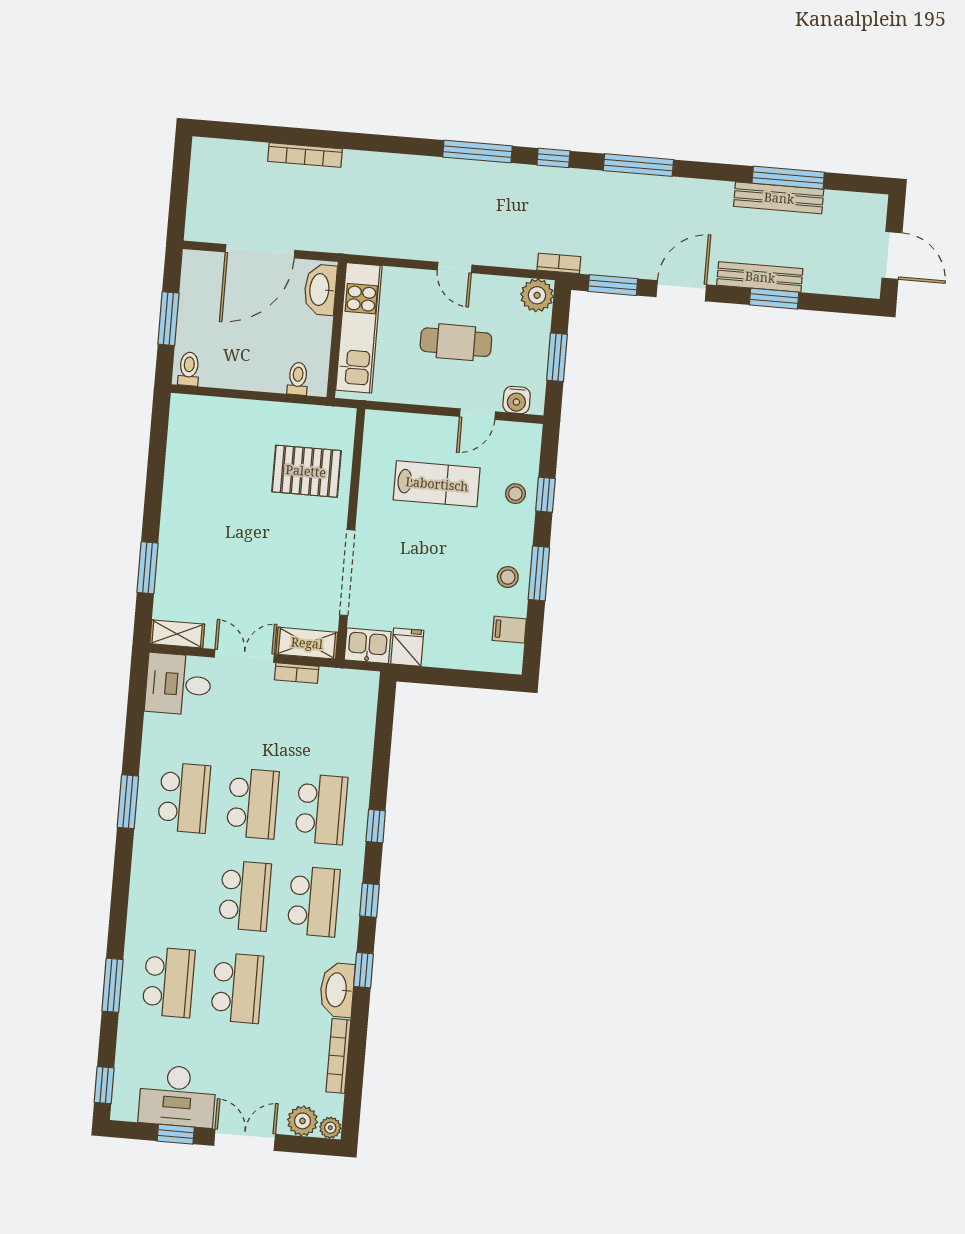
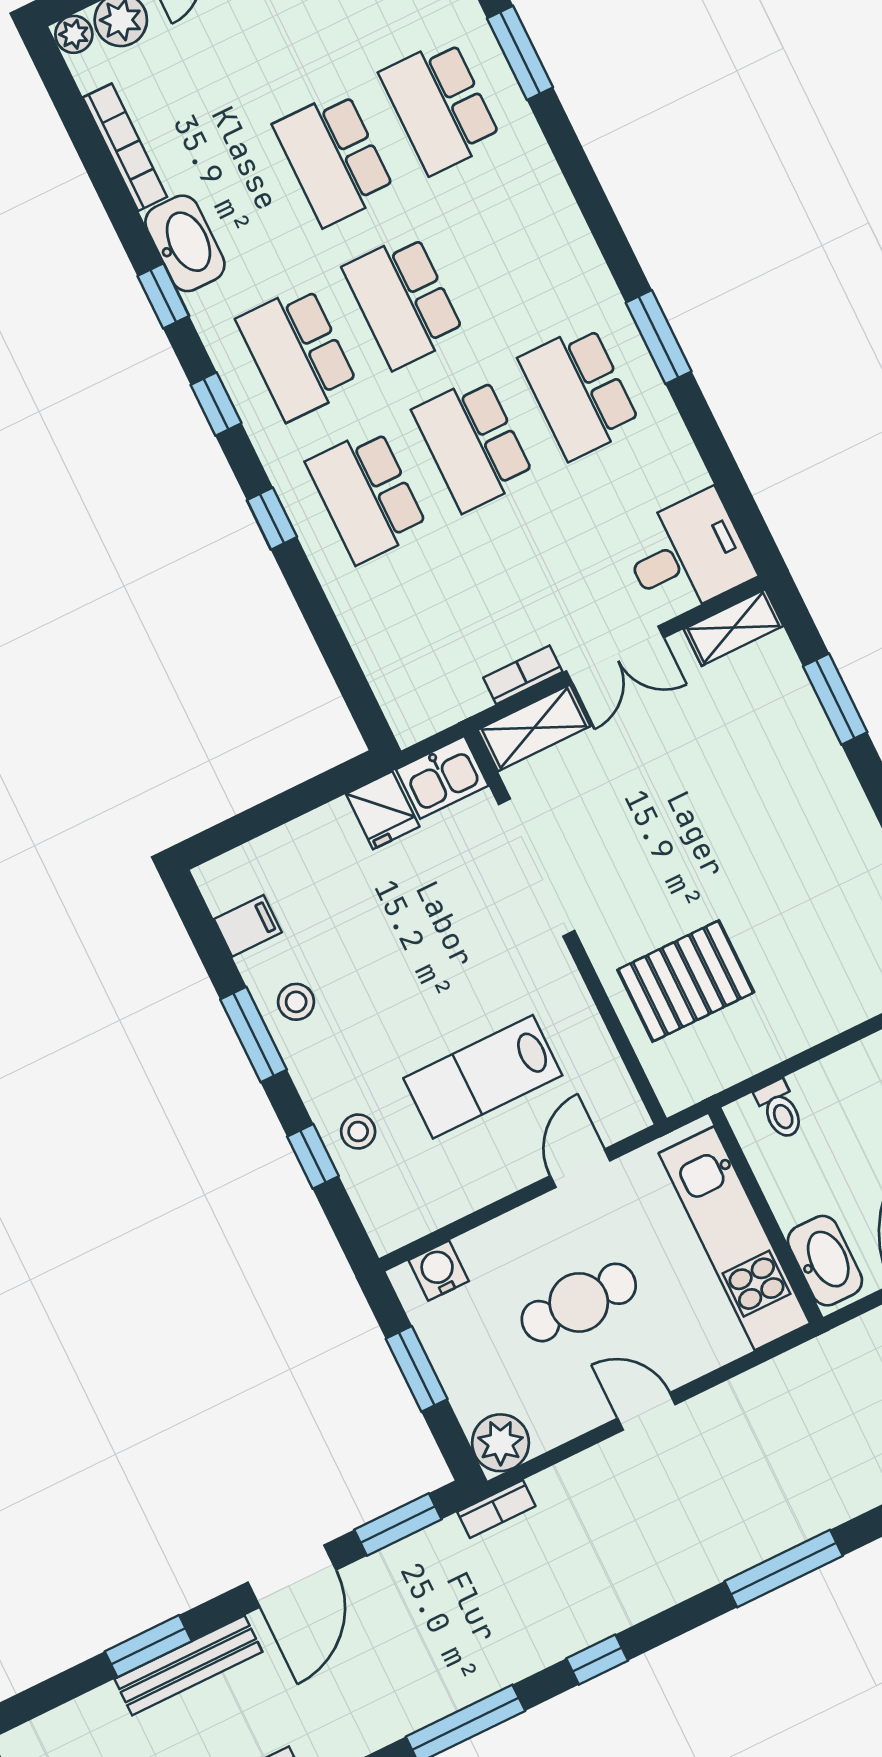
window: (477, 152) -> (784, 1569), moved
door: (477, 414) -> (580, 1168), moved

